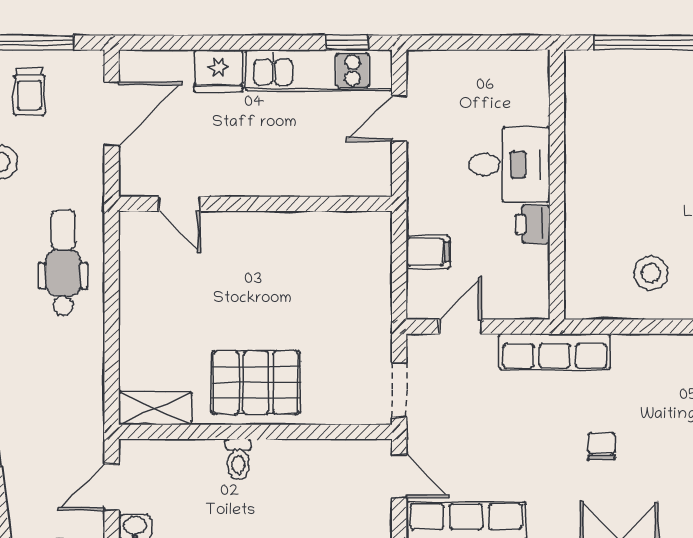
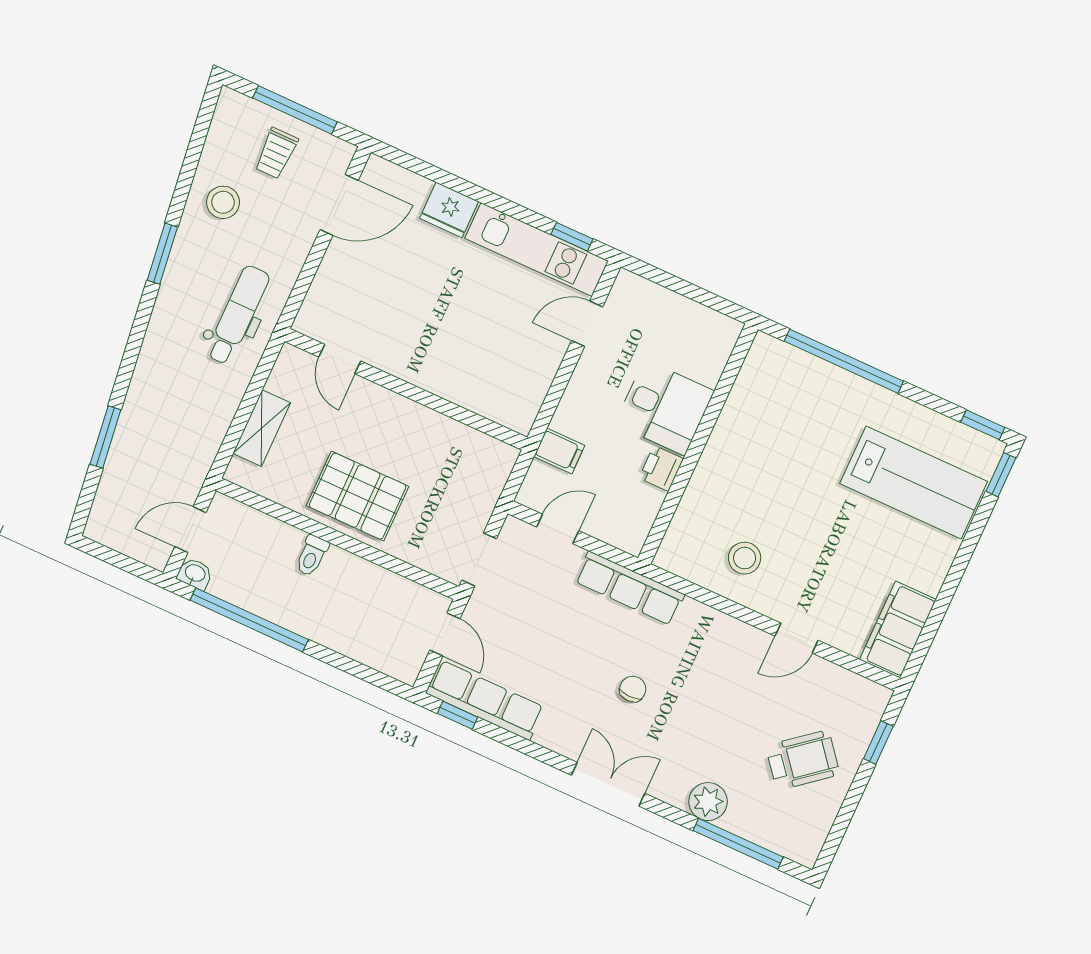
door: (179, 204) -> (340, 359), moved
wall: (255, 204) -> (406, 389), moved
shelving: (155, 408) -> (262, 428), moved, turned 90

